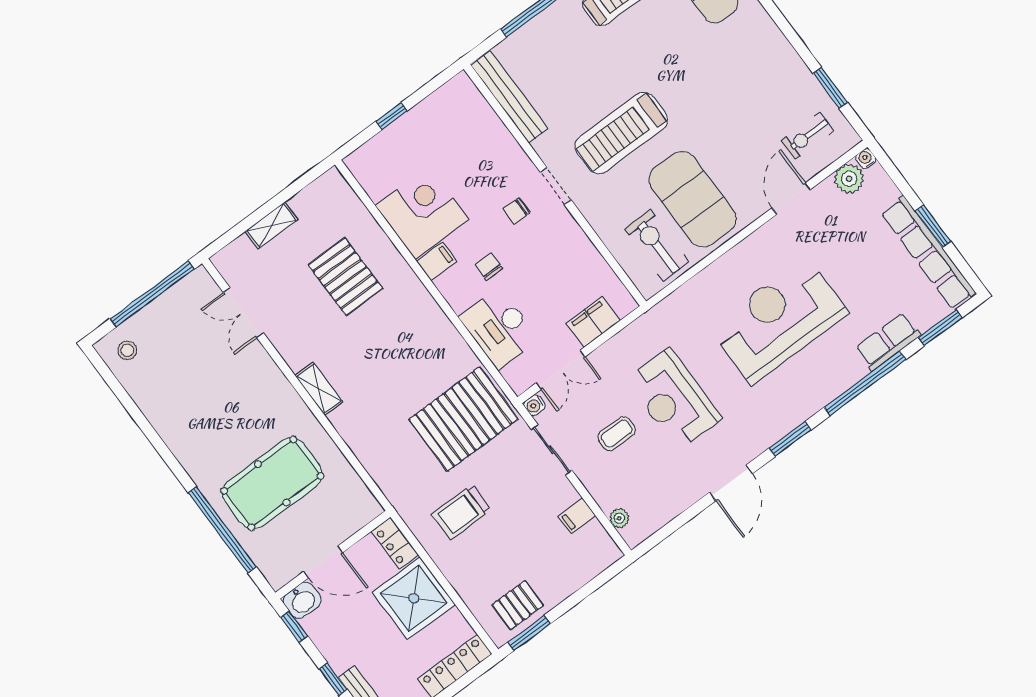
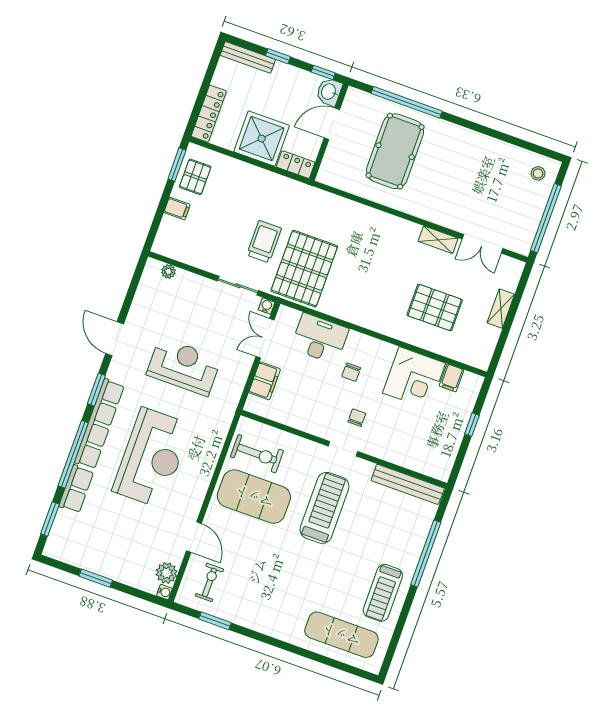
row of seats: (928, 253) -> (99, 424), moved, turned 90
filing cabinet: (437, 261) -> (452, 378), moved
chair: (489, 266) -> (351, 372), turned 90
double door: (243, 313) -> (482, 244), swing flipped
shelving: (319, 389) -> (438, 240), moved
coffee table: (617, 434) -> (205, 322), removed
trolley: (461, 512) -> (264, 242), moved
filing cabinet: (577, 516) -> (177, 209), moved, turned 90

